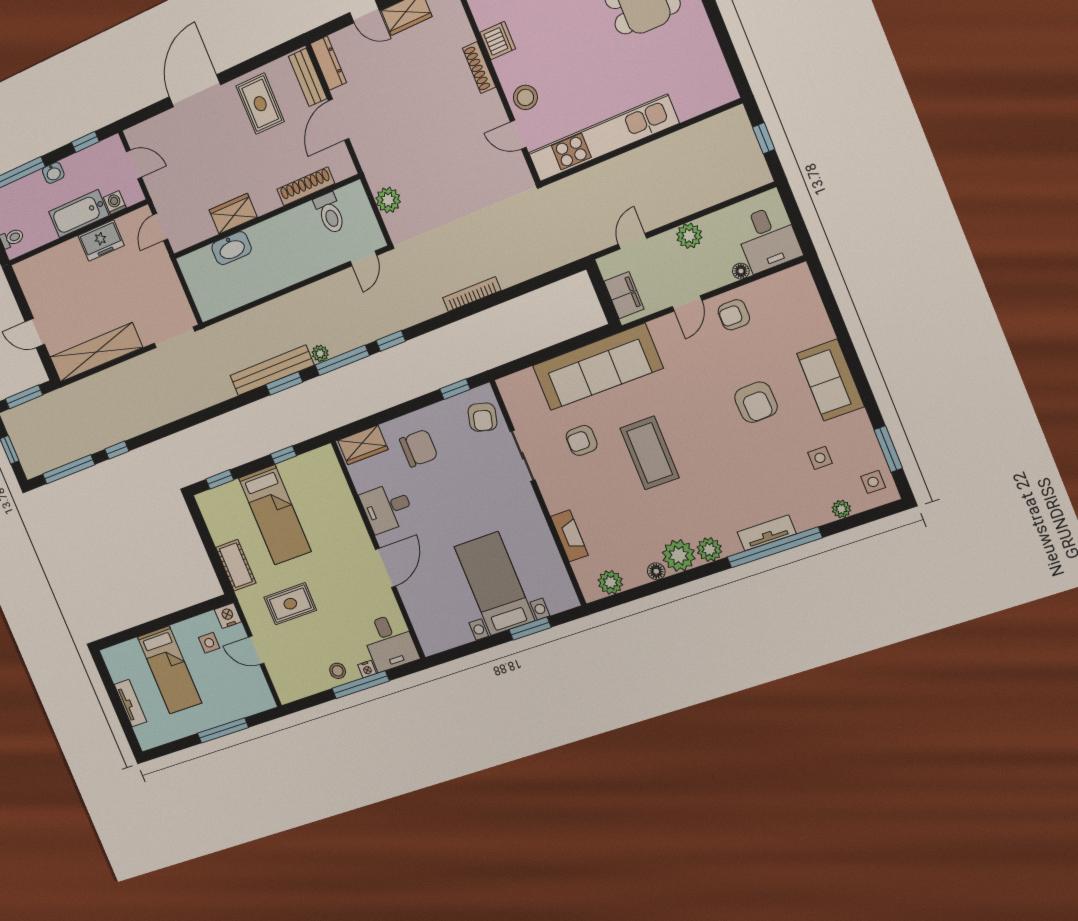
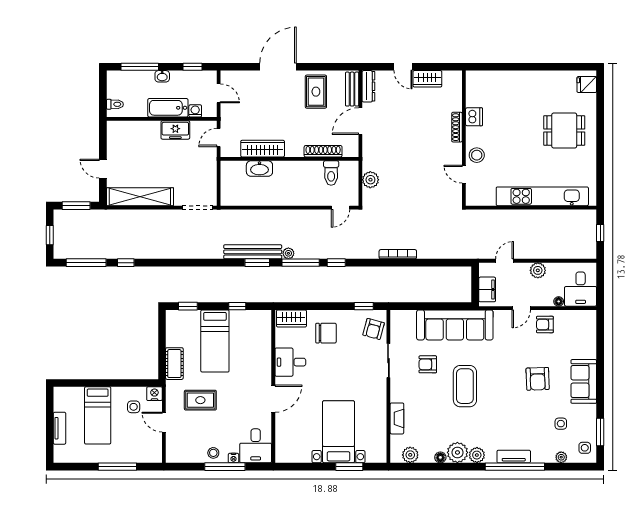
kitchen unit: (603, 138) -> (542, 196), moved
wardrobe: (233, 214) -> (263, 149), width x1.50

